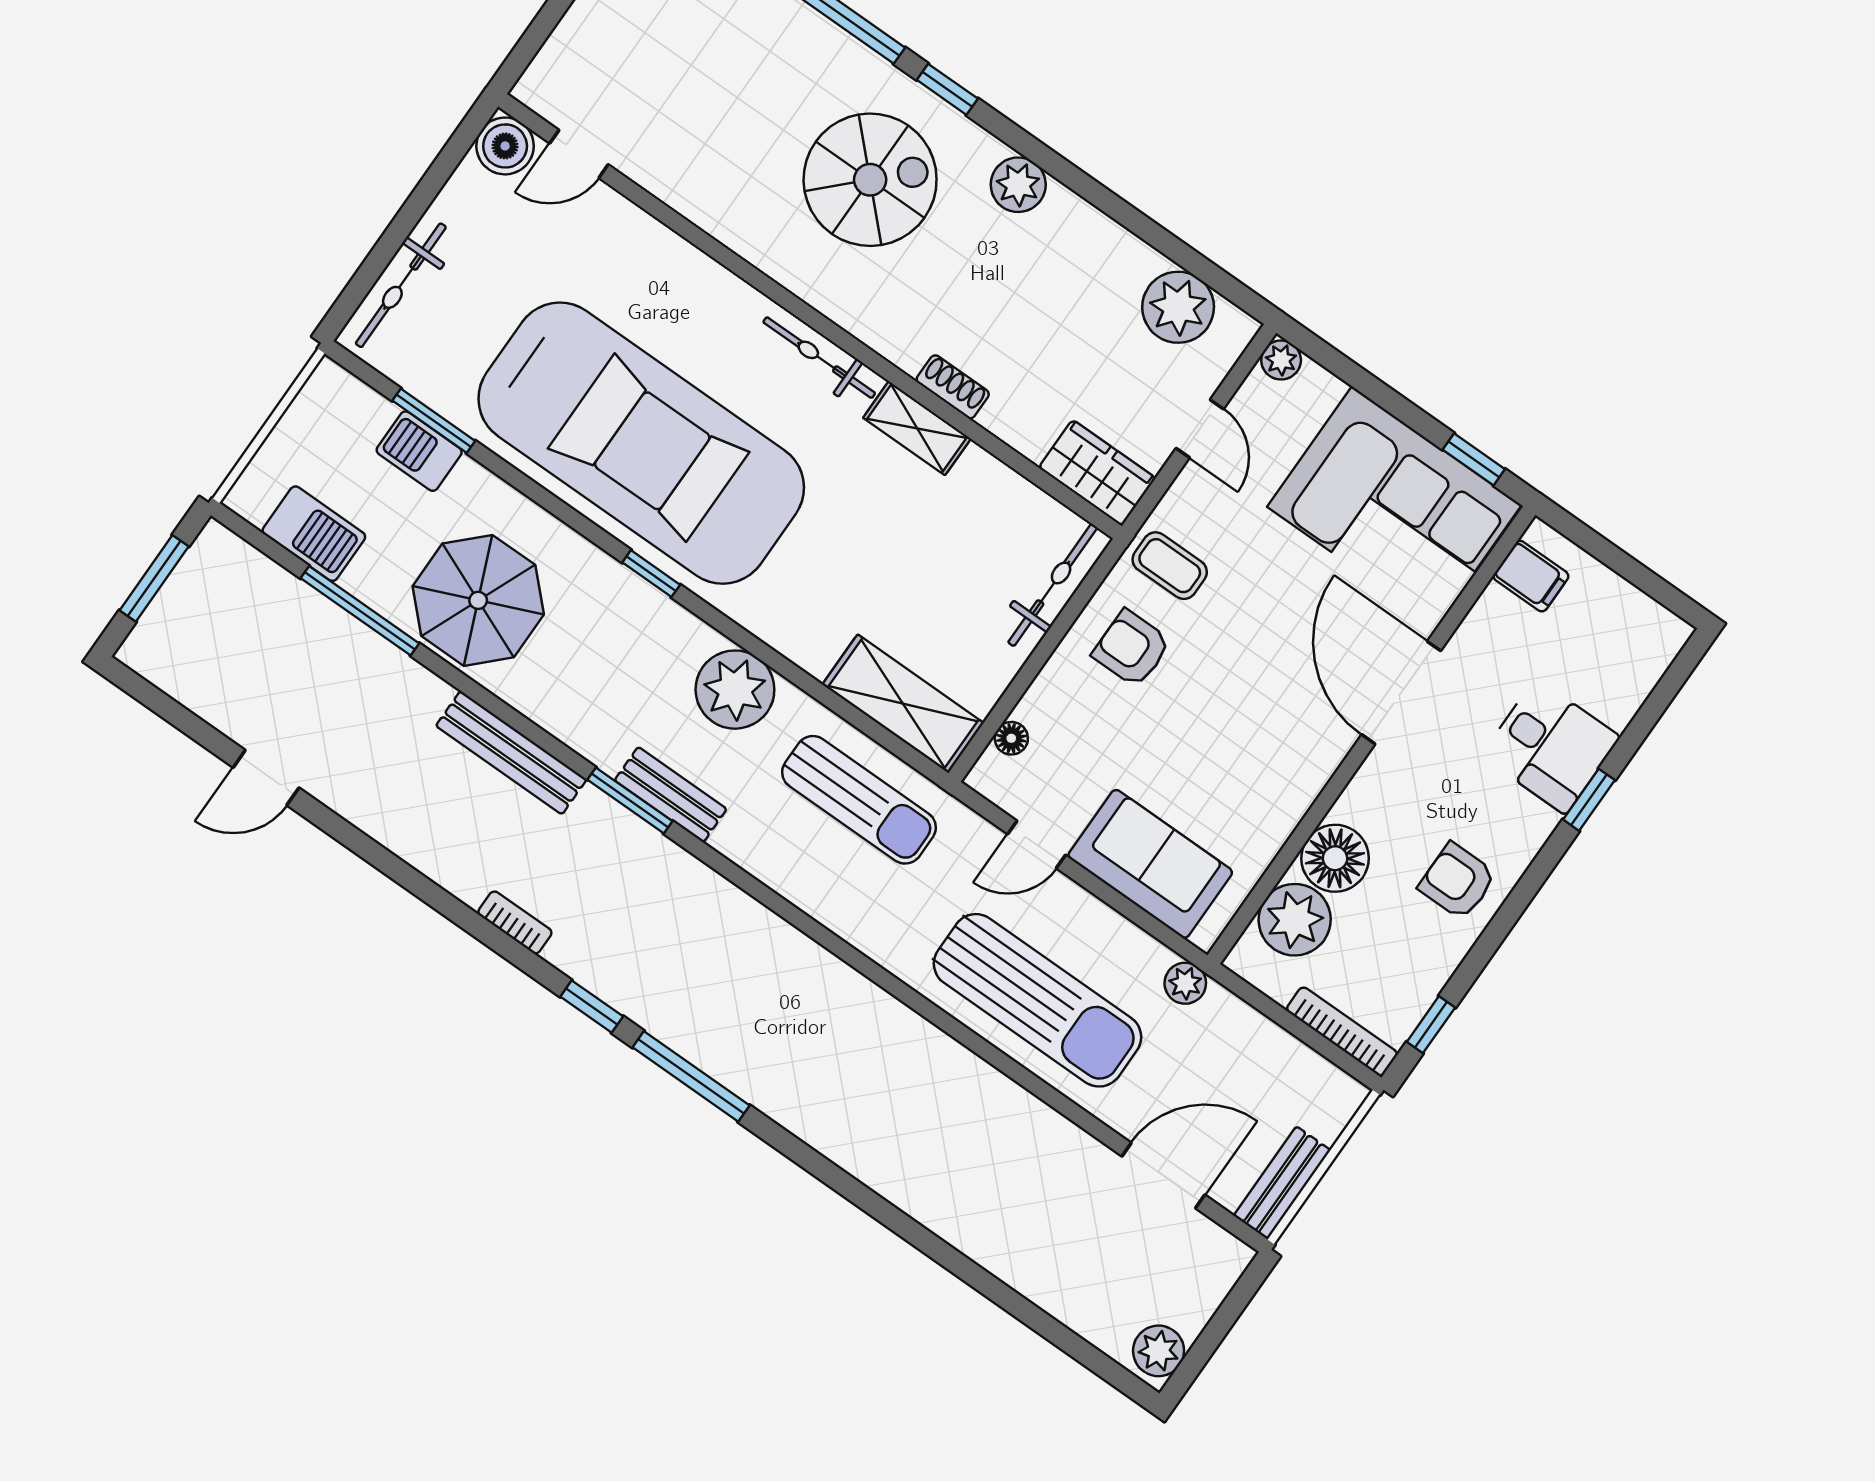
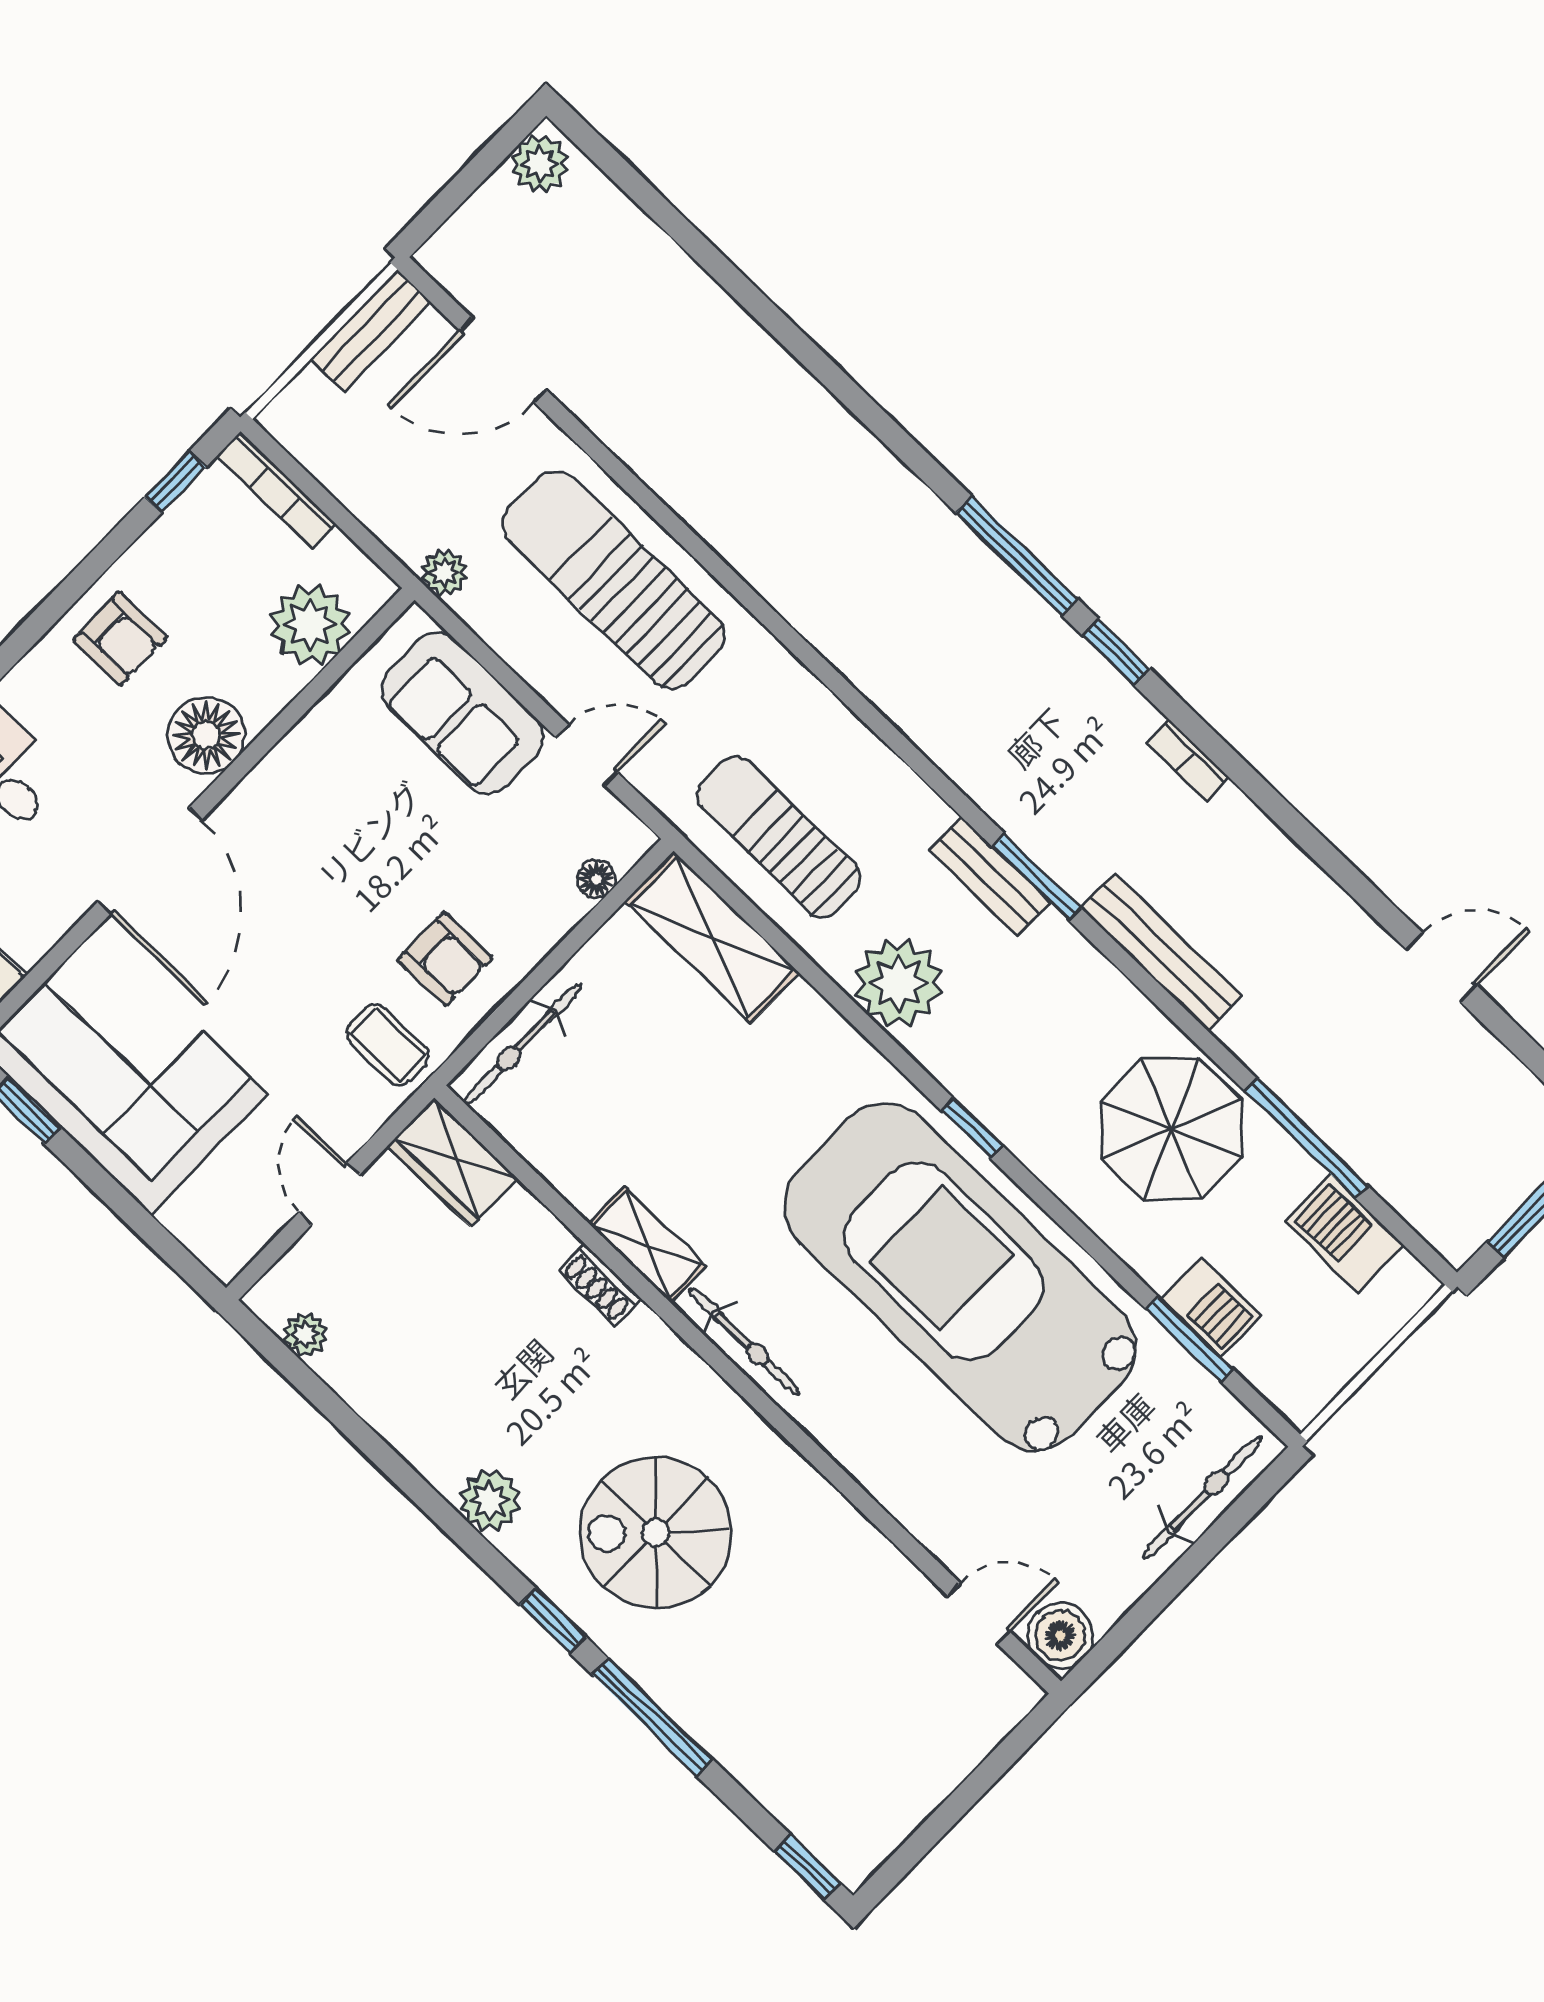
plant: (1178, 307) -> (305, 1335), width x0.53, depth x0.53
plant: (1281, 360) -> (225, 1256), removed
floor lamp: (1335, 858) -> (206, 735), moved

